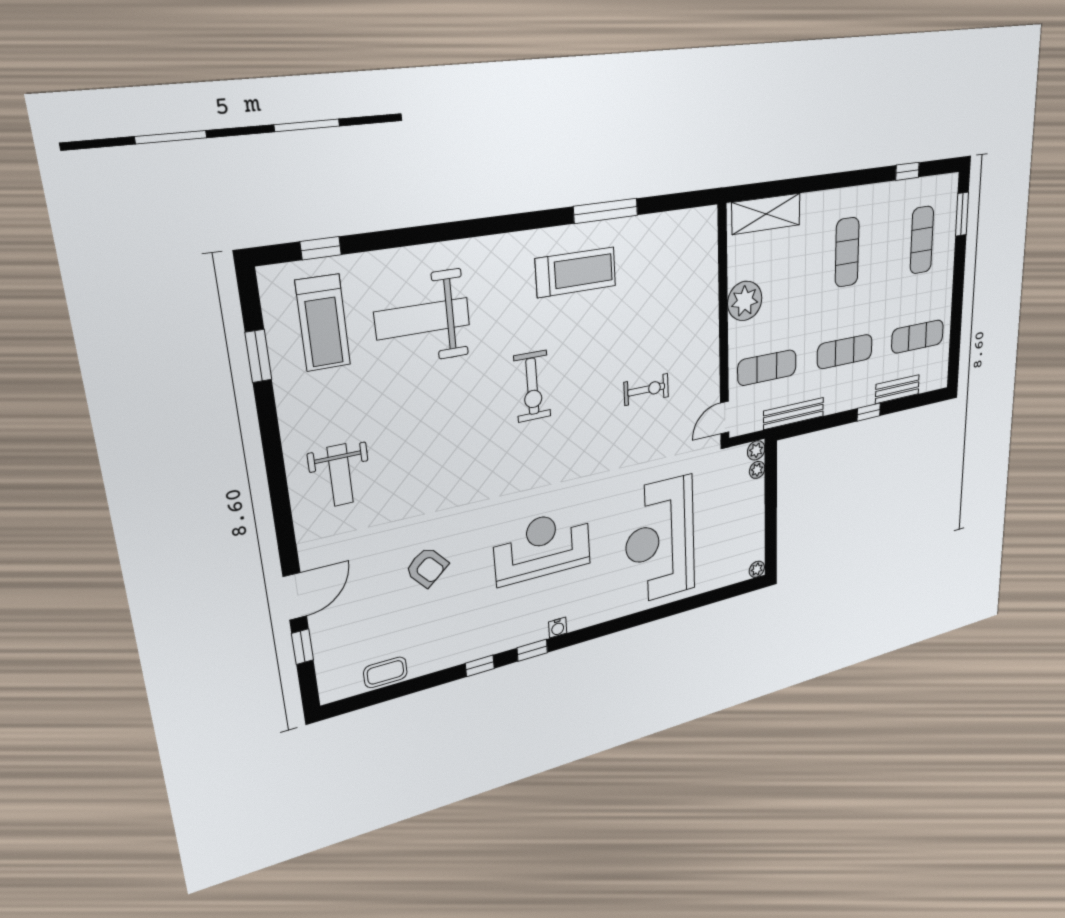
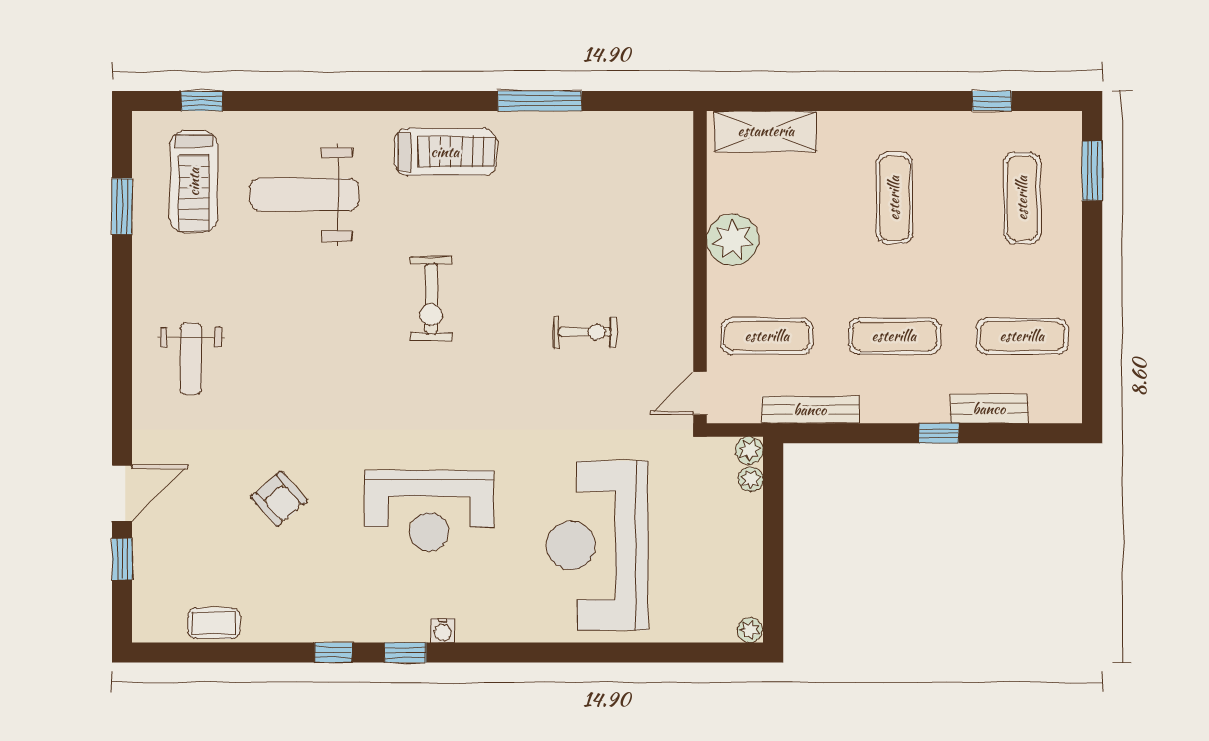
treadmill: (576, 272) -> (445, 152), moved
reception desk: (542, 547) -> (429, 511), turned 180

